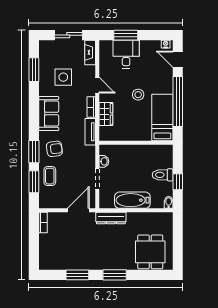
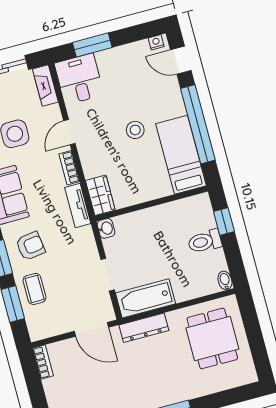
desk: (126, 54) -> (79, 79), moved
door: (97, 85) -> (69, 132), swing flipped
wardrobe: (106, 114) -> (100, 195), moved
washbasin: (104, 161) -> (106, 228), moved
window: (178, 182) -> (224, 222), moved
bathtub: (132, 200) -> (146, 298), moved
door: (78, 210) -> (91, 329), swing flipped
dining table: (150, 252) -> (212, 338), moved

